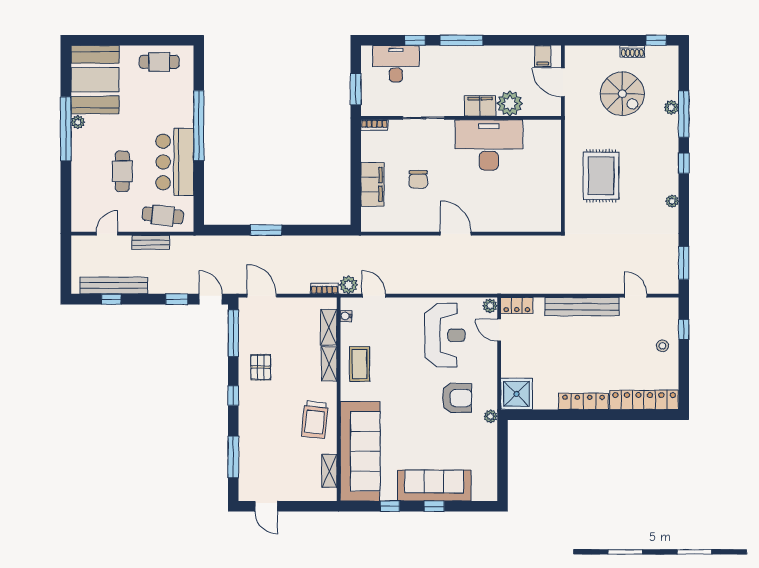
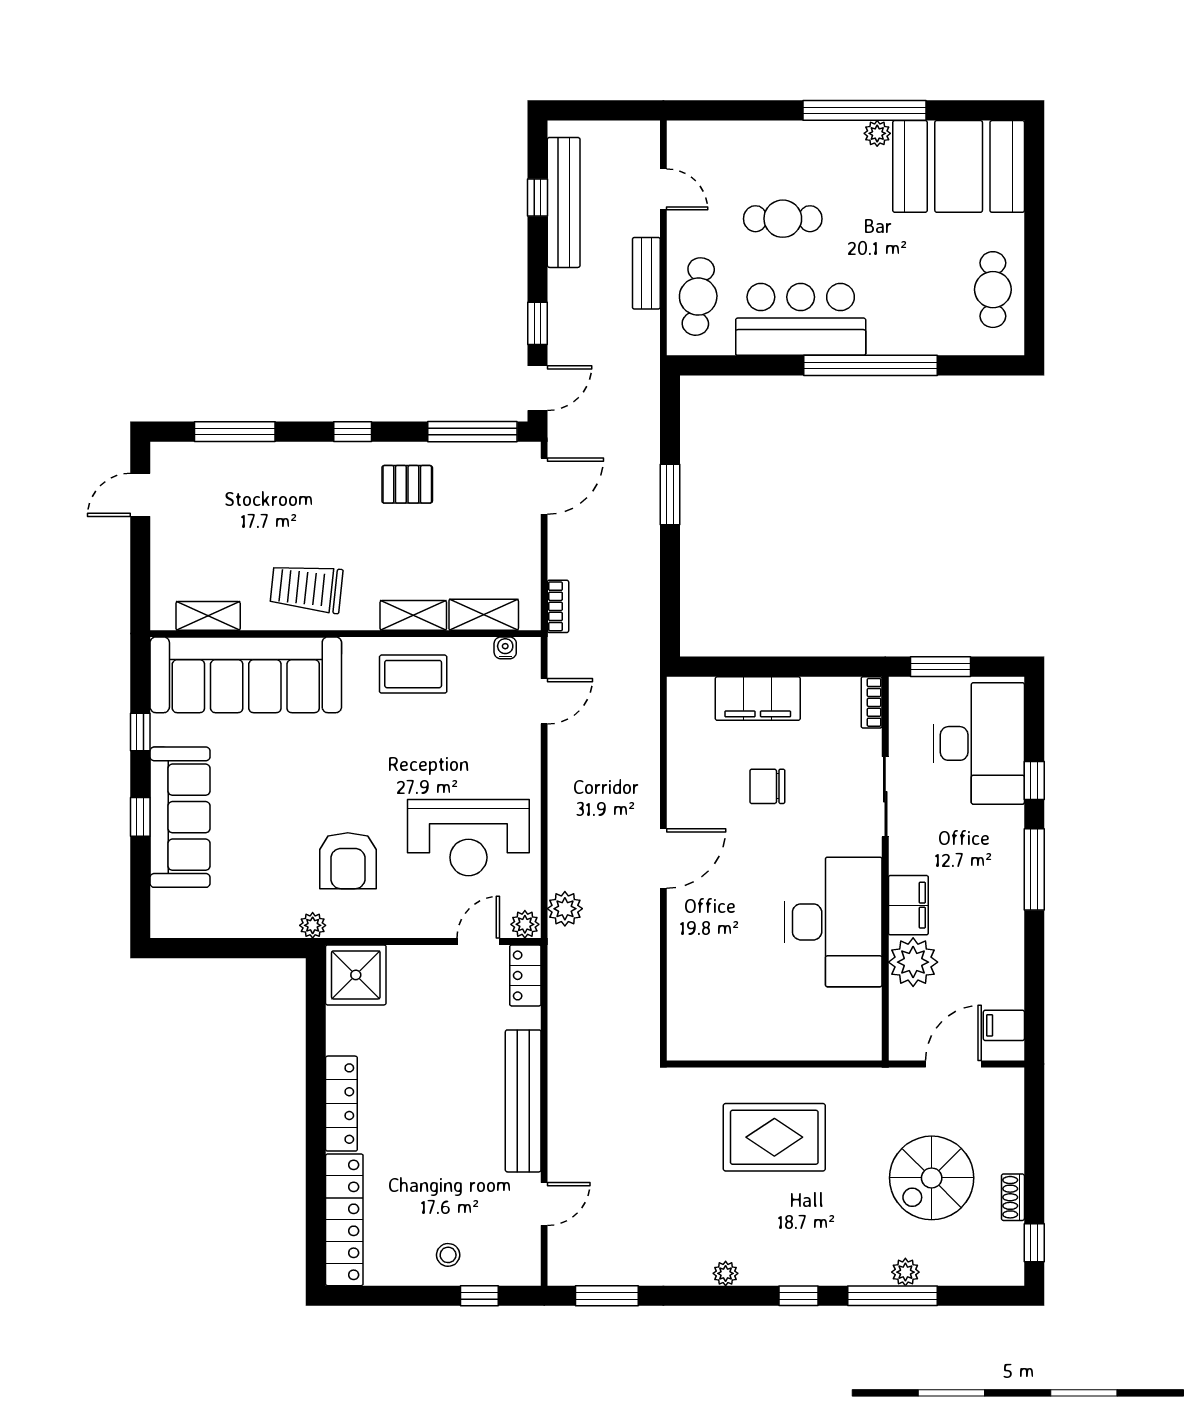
desk: (396, 64) -> (979, 743), width x1.36, depth x1.30
plant: (349, 285) -> (565, 909), moved

